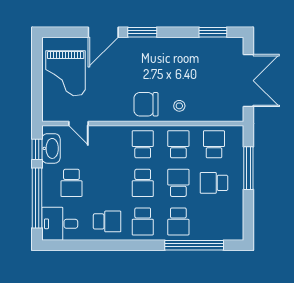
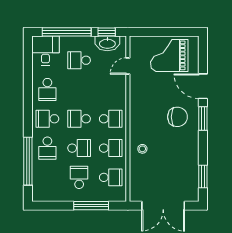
chair: (146, 104) -> (177, 117), moved, turned 90
school desk: (178, 221) -> (47, 148), turned -90

